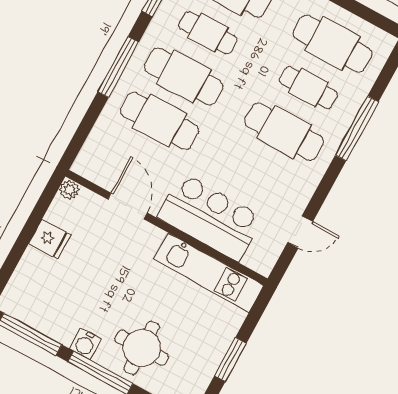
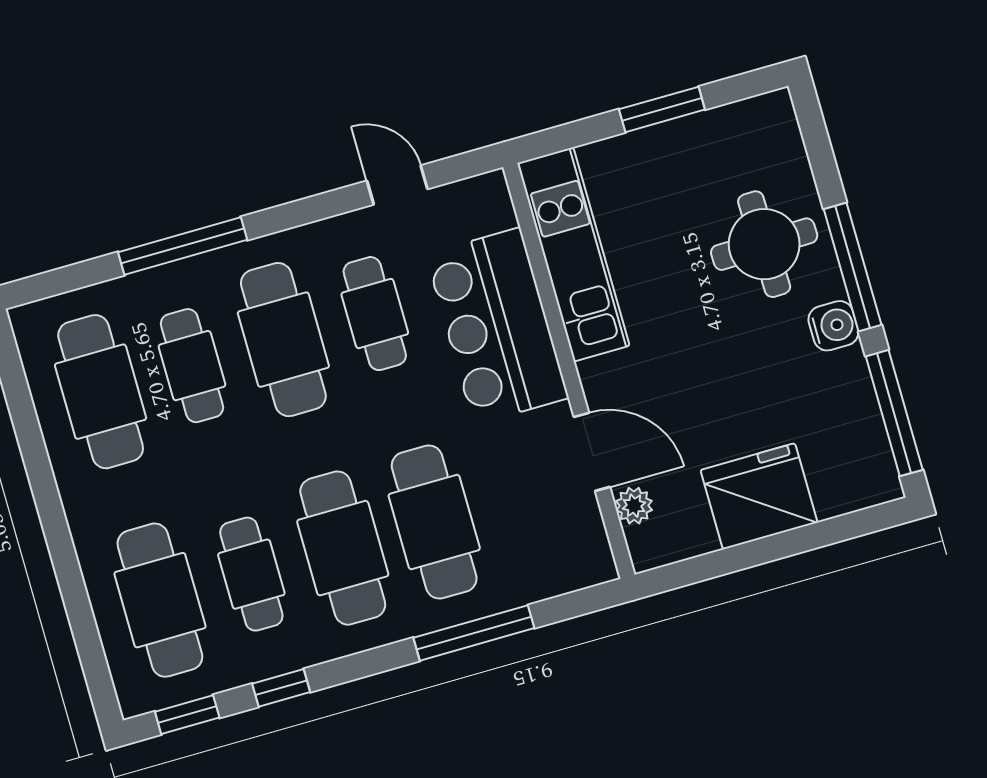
window: (118, 67) -> (474, 633), moved
cafe table: (260, 176) -> (375, 314), added
plant: (69, 190) -> (634, 506), moved
door: (127, 206) -> (592, 452), swing flipped
fridge: (50, 239) -> (759, 496), width x1.88, depth x1.34

